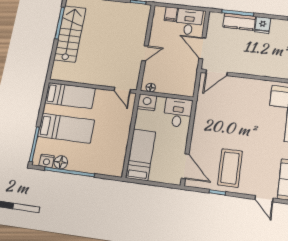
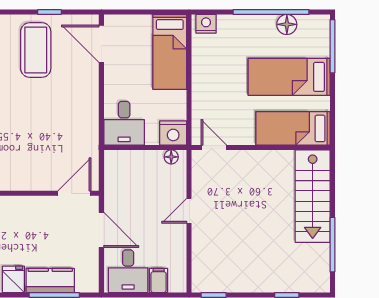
stairs: (70, 34) -> (313, 196), moved
nightstand: (47, 161) -> (206, 24), moved

